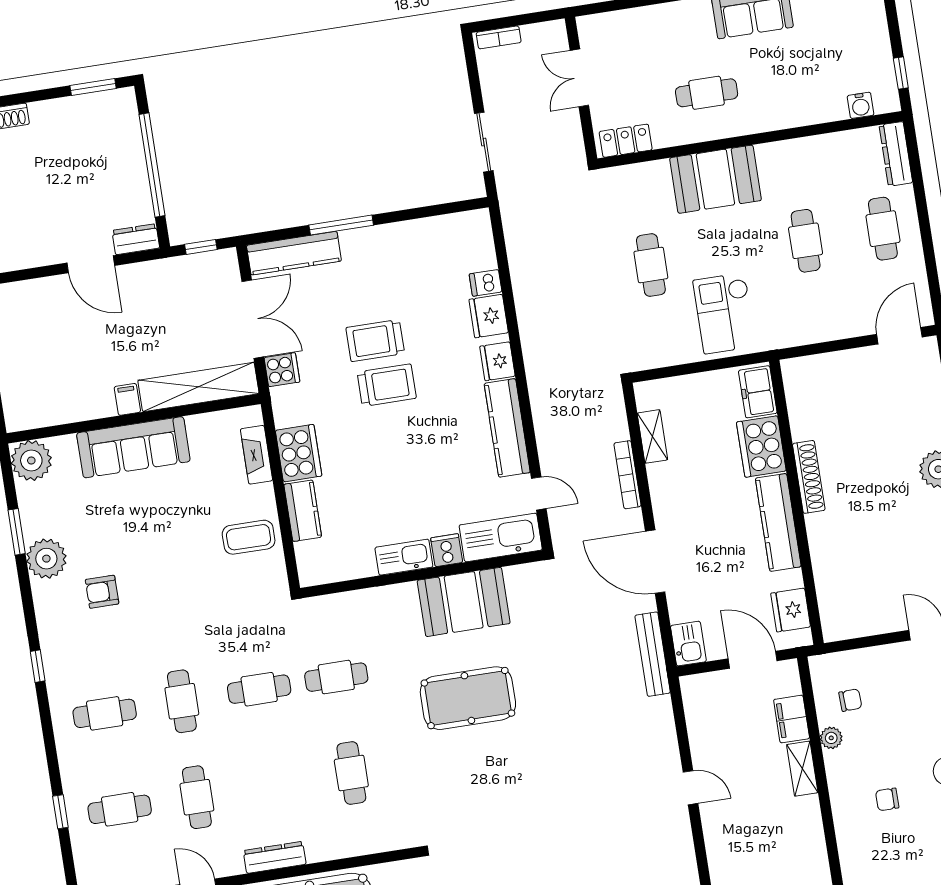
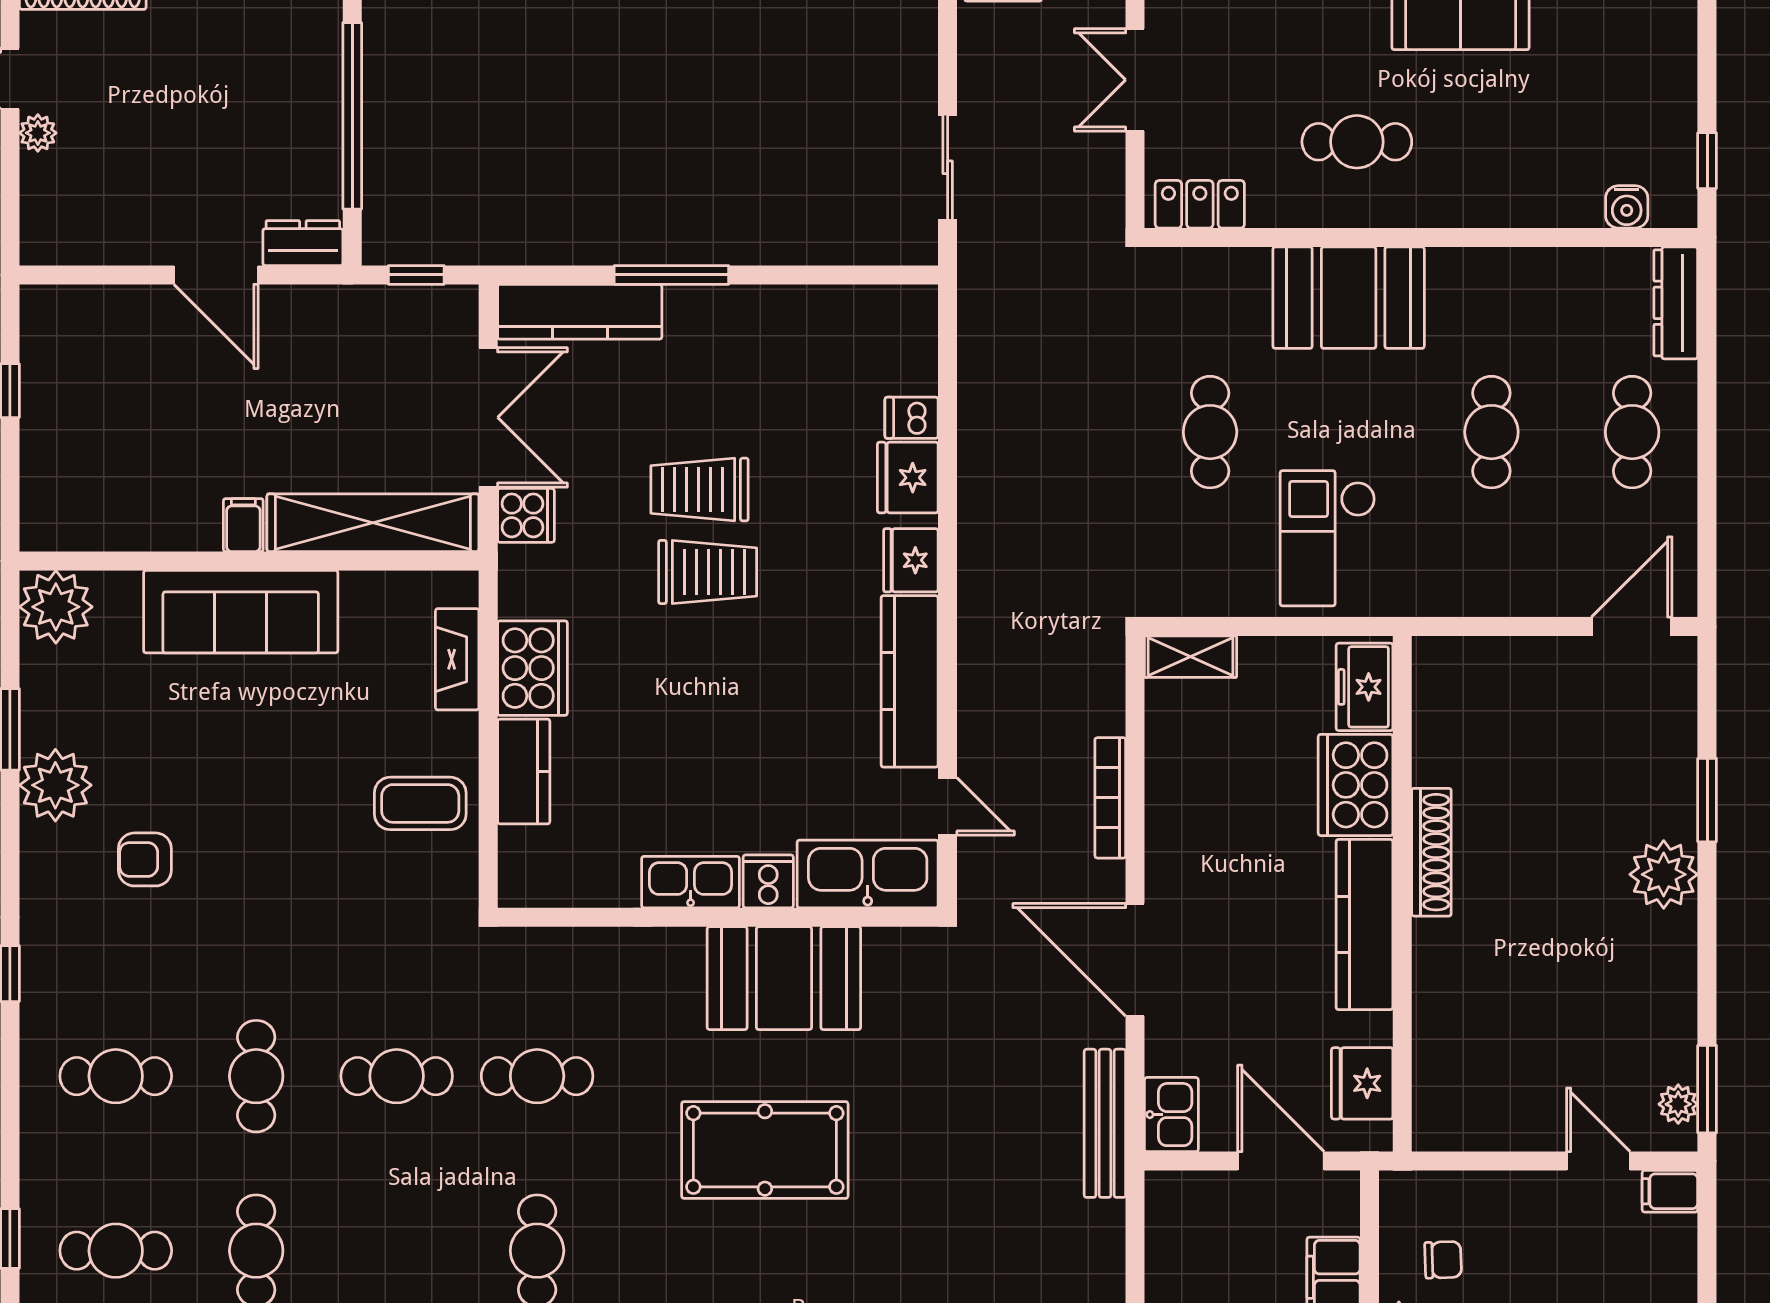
shelving: (652, 436) -> (1191, 657), moved, turned 90

